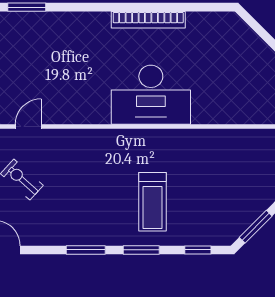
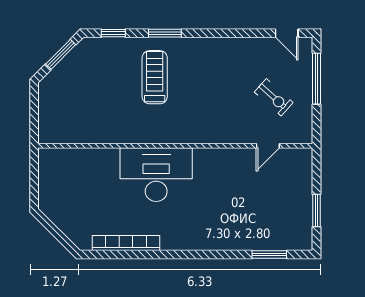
bookcase: (148, 20) -> (126, 243), moved
window: (86, 250) -> (215, 33), removed

